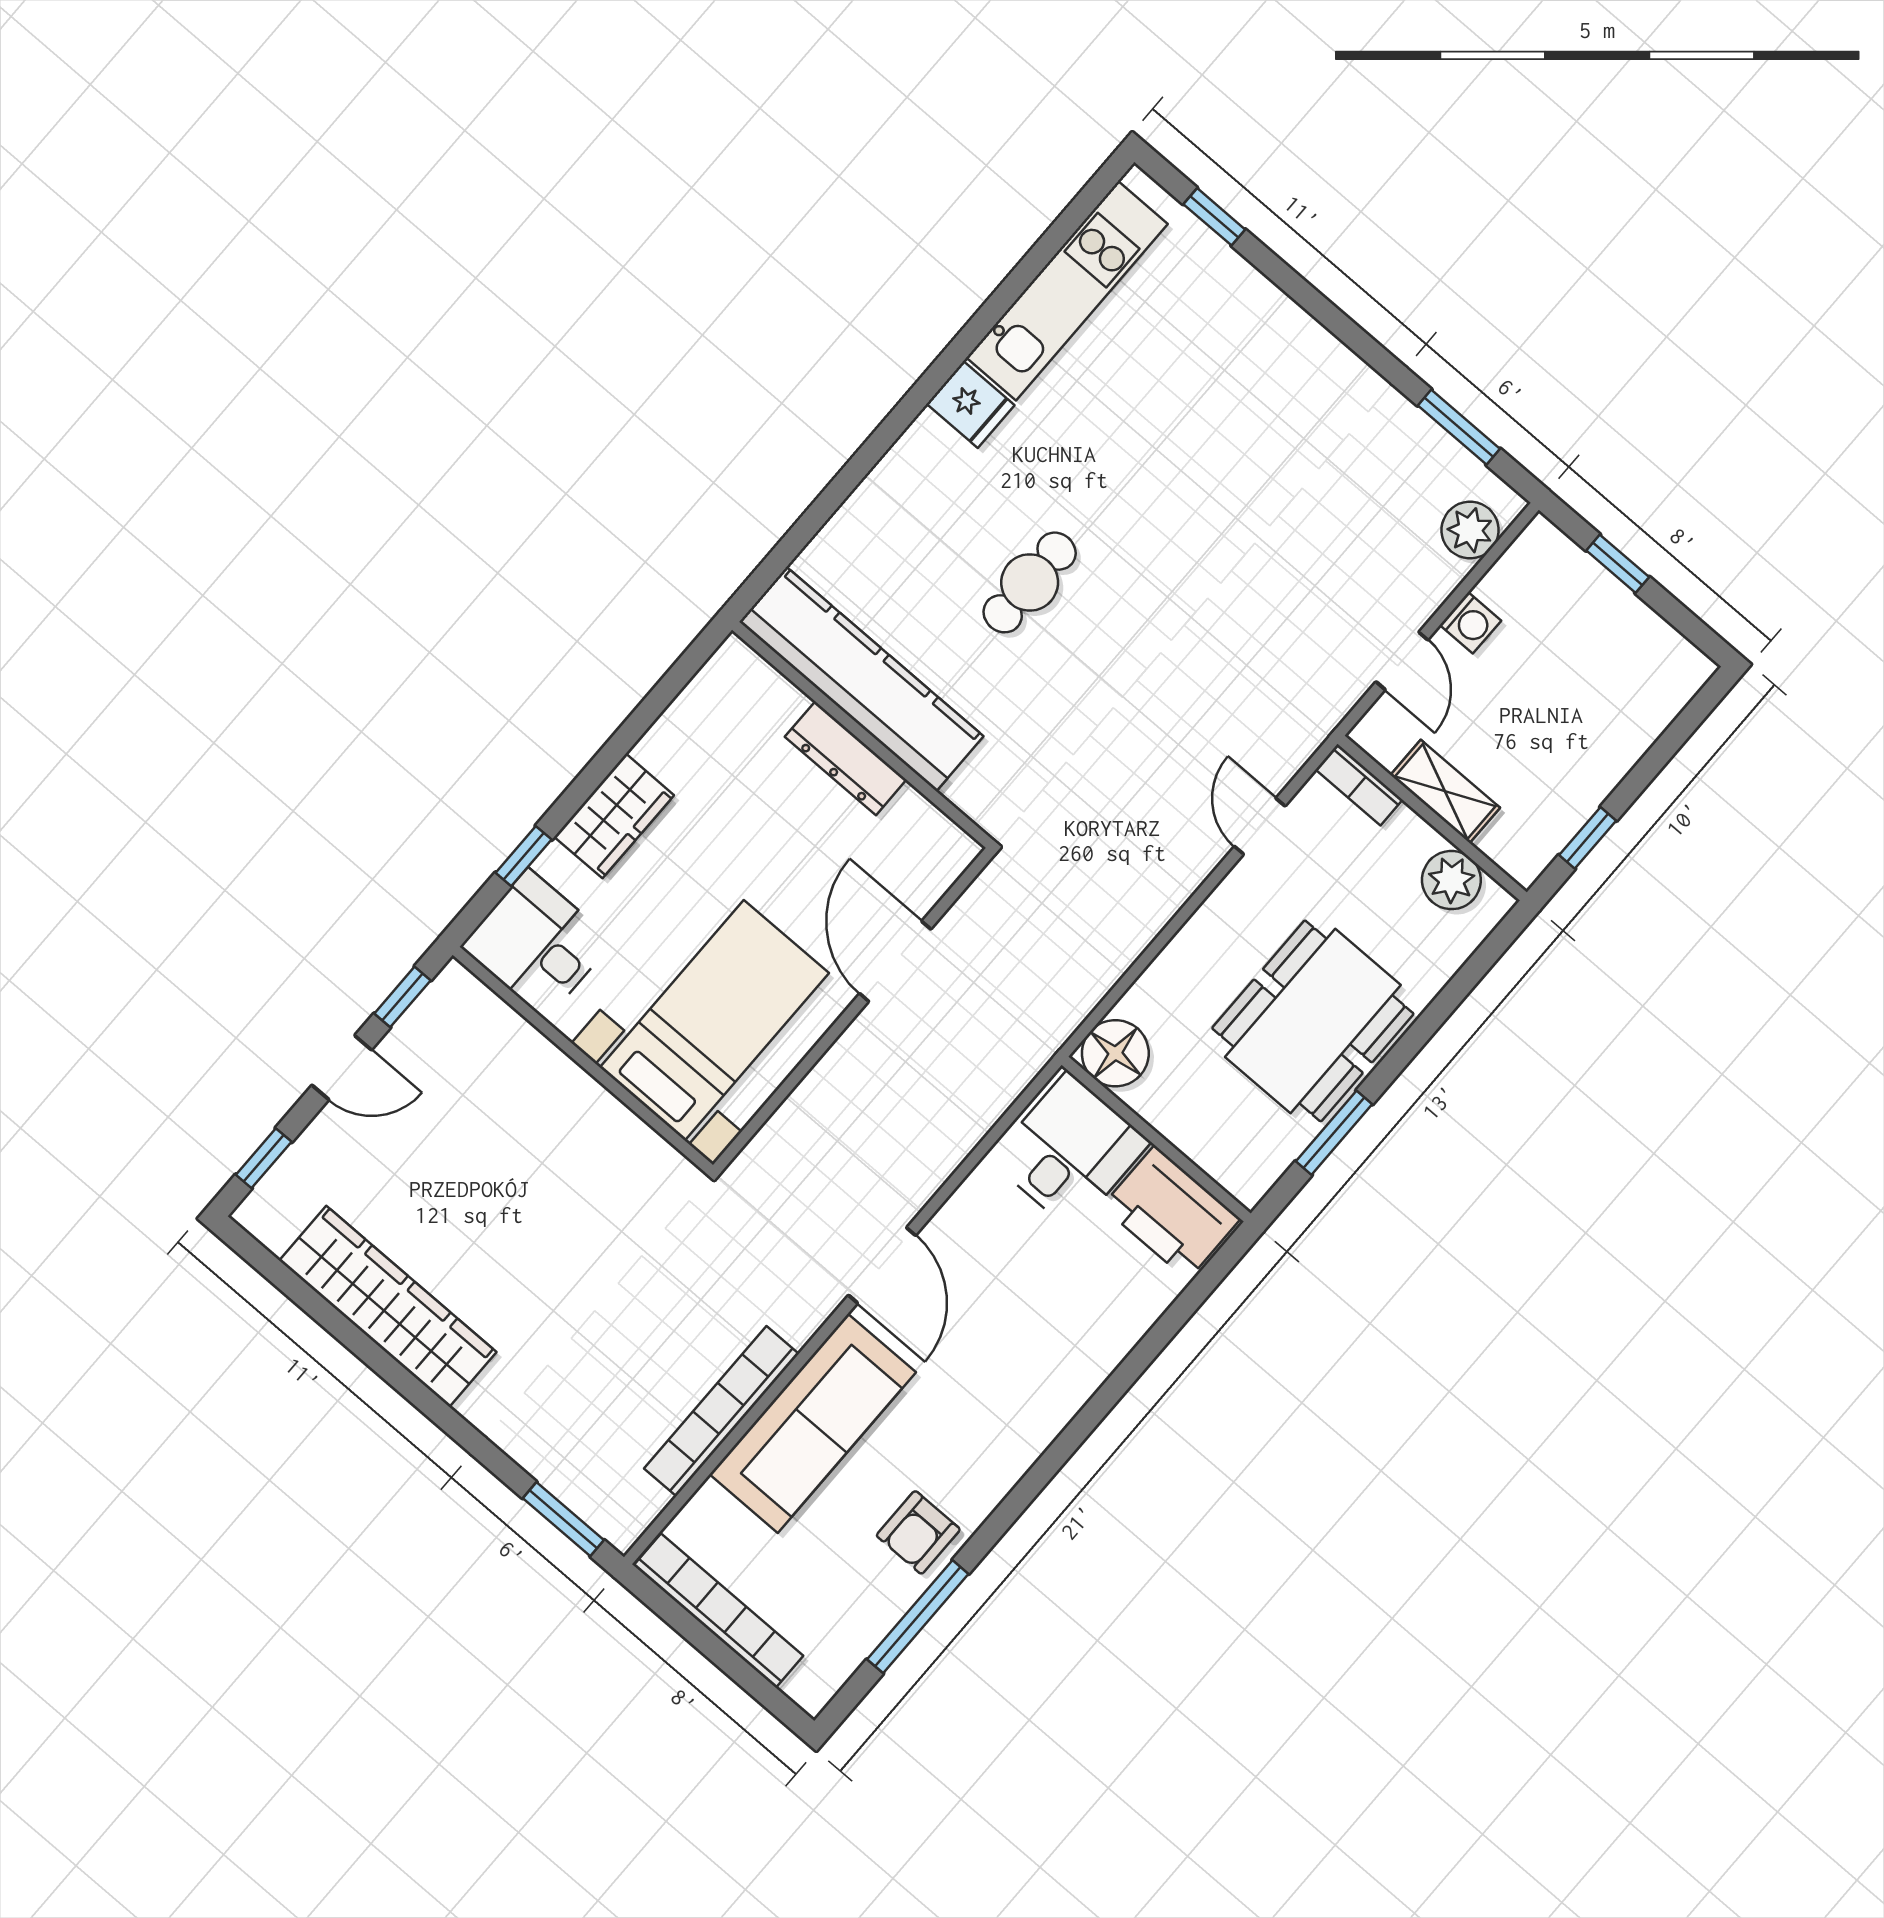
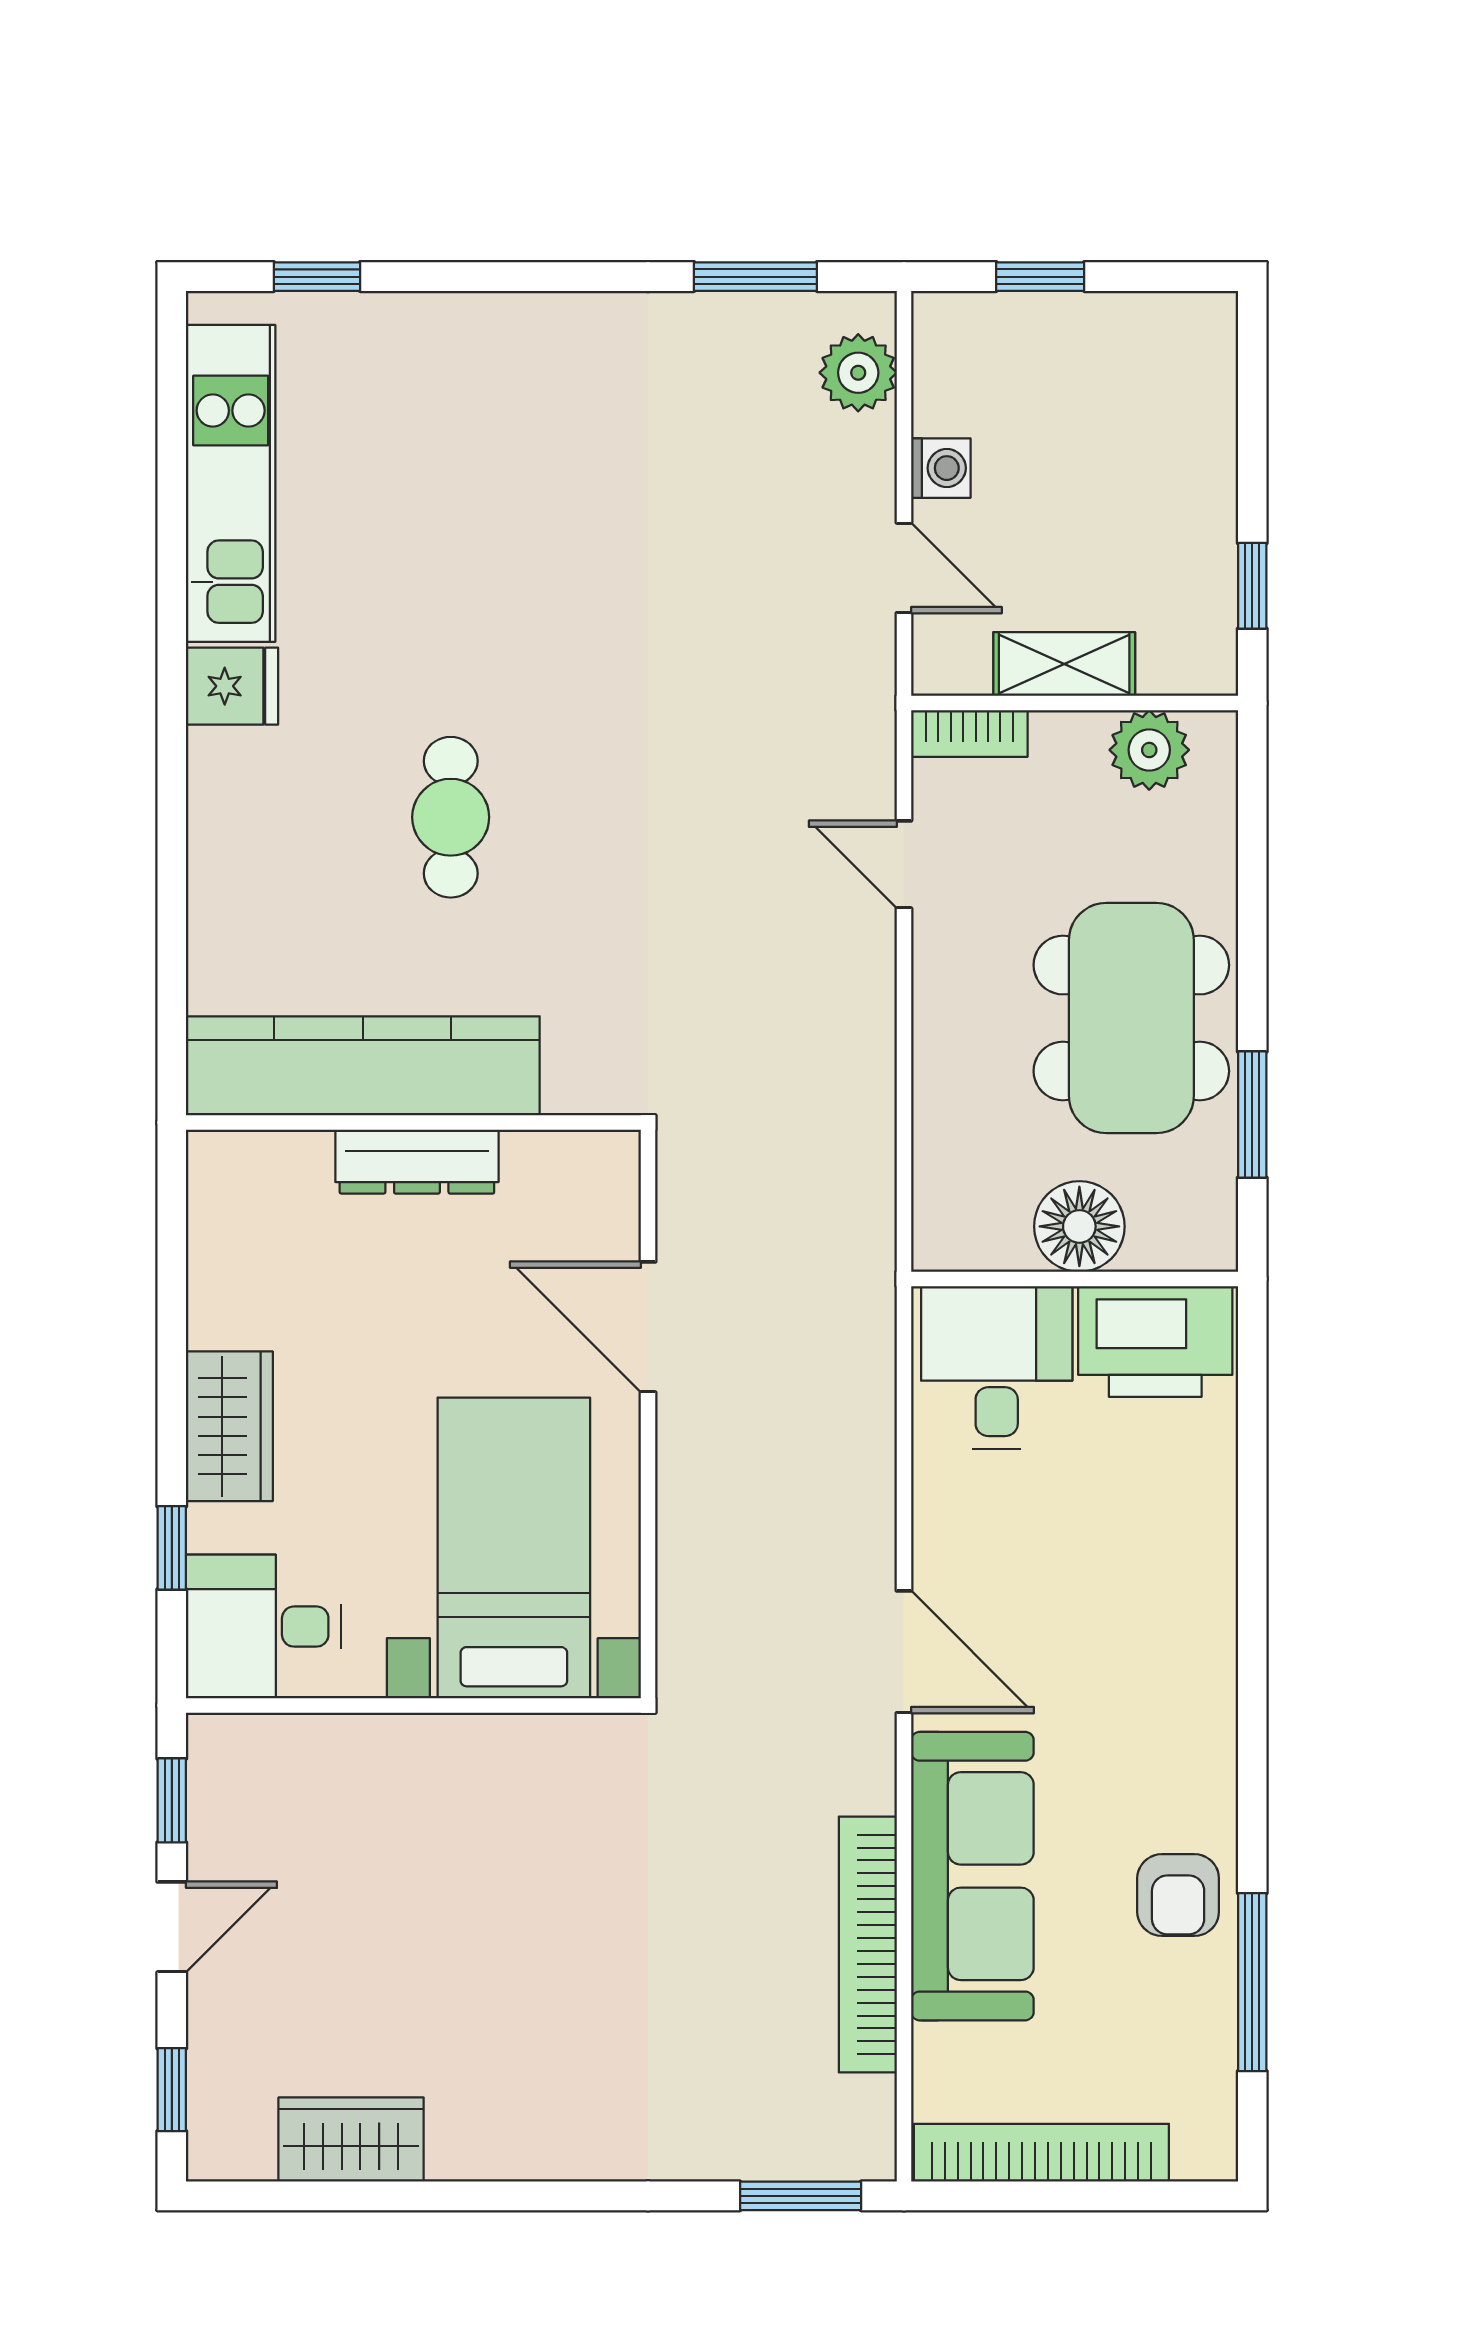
floor lamp: (1115, 1053) -> (1079, 1226), moved
wardrobe: (388, 1306) -> (351, 2140), width x0.48, depth x0.85

